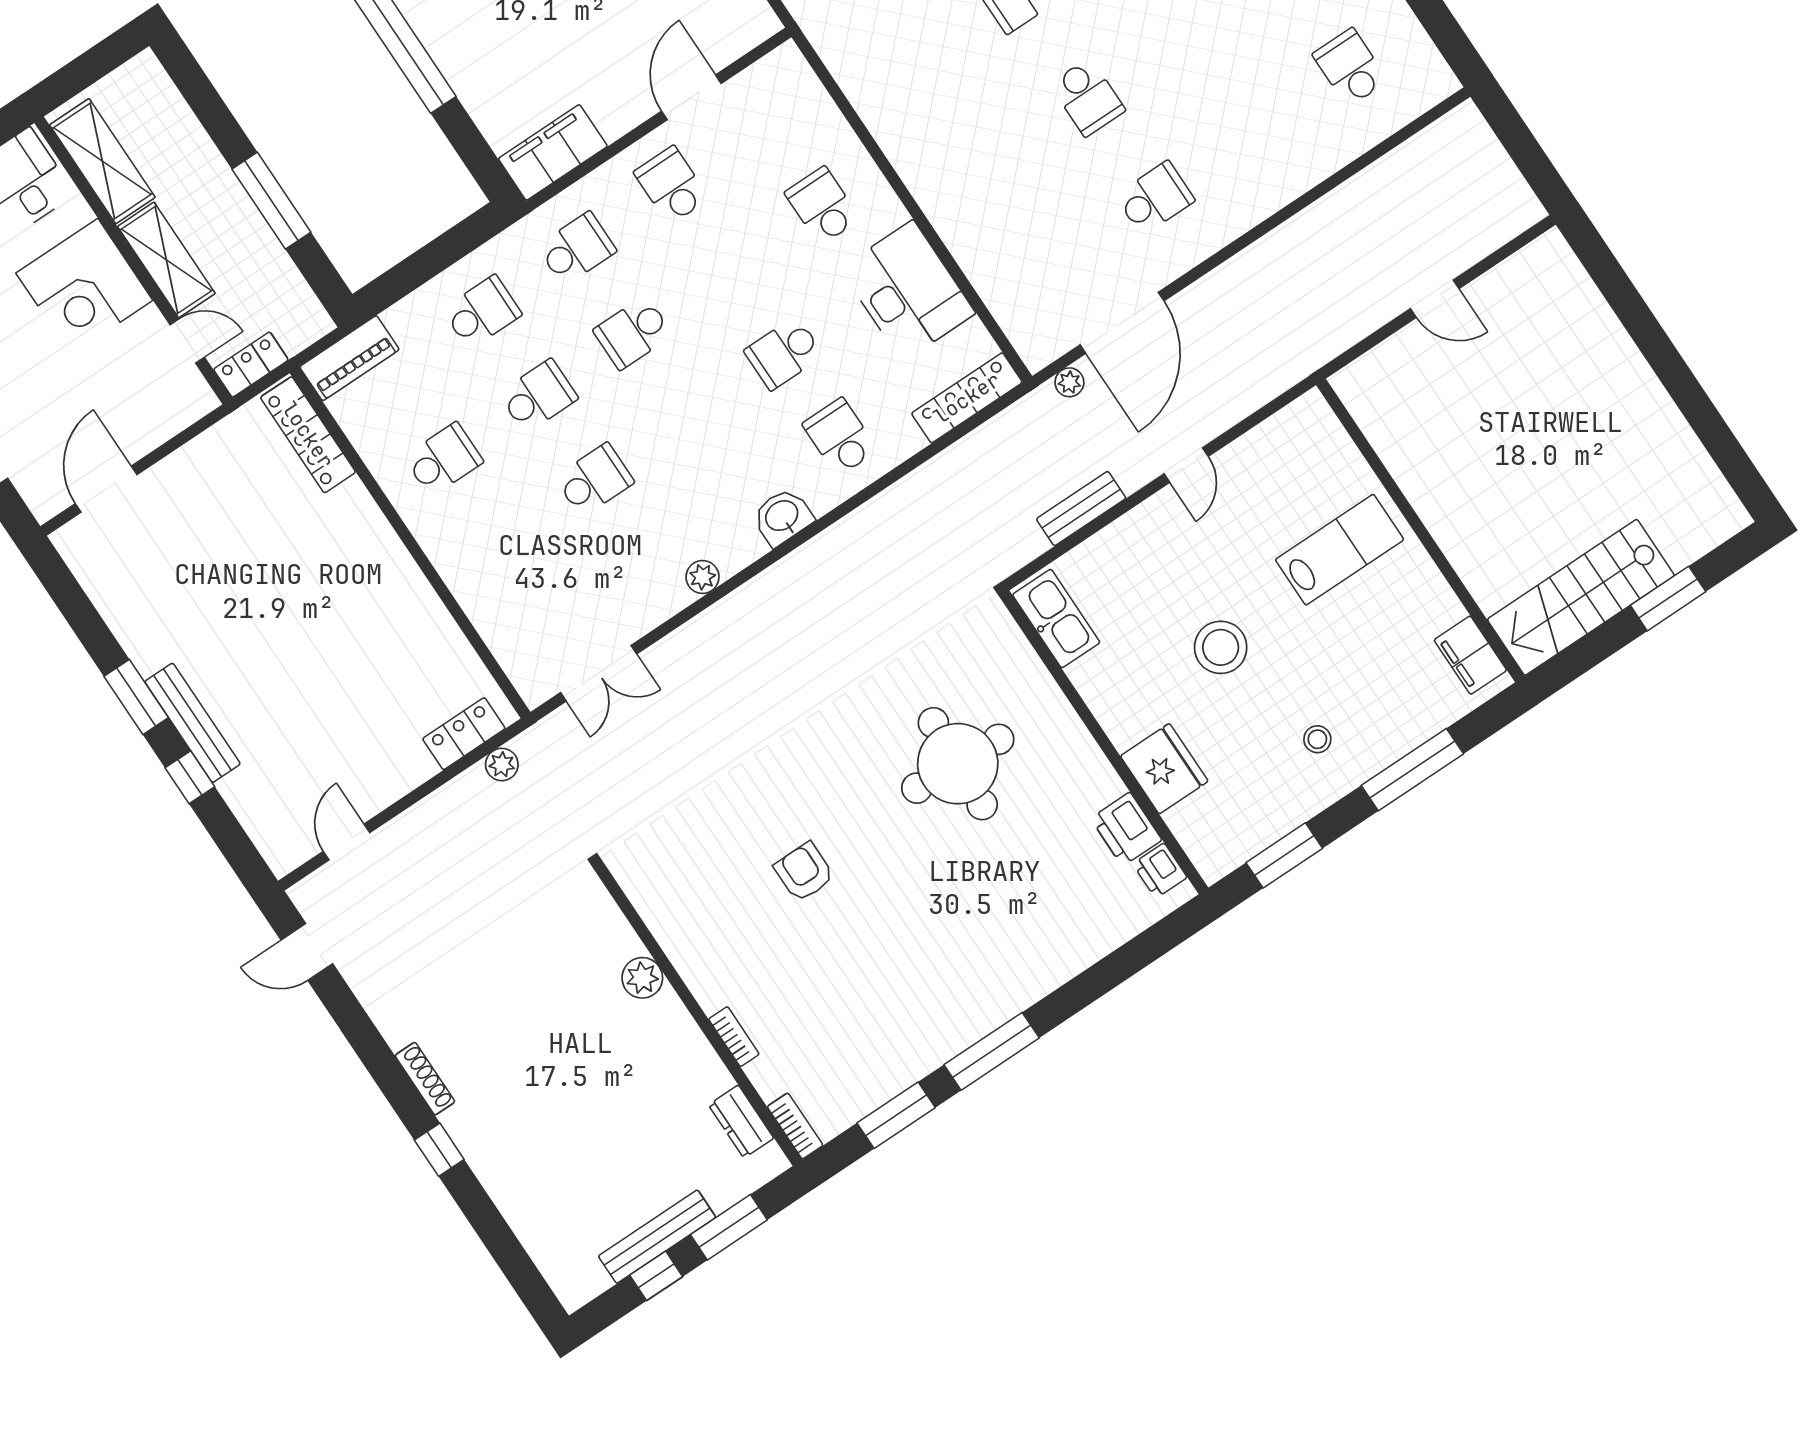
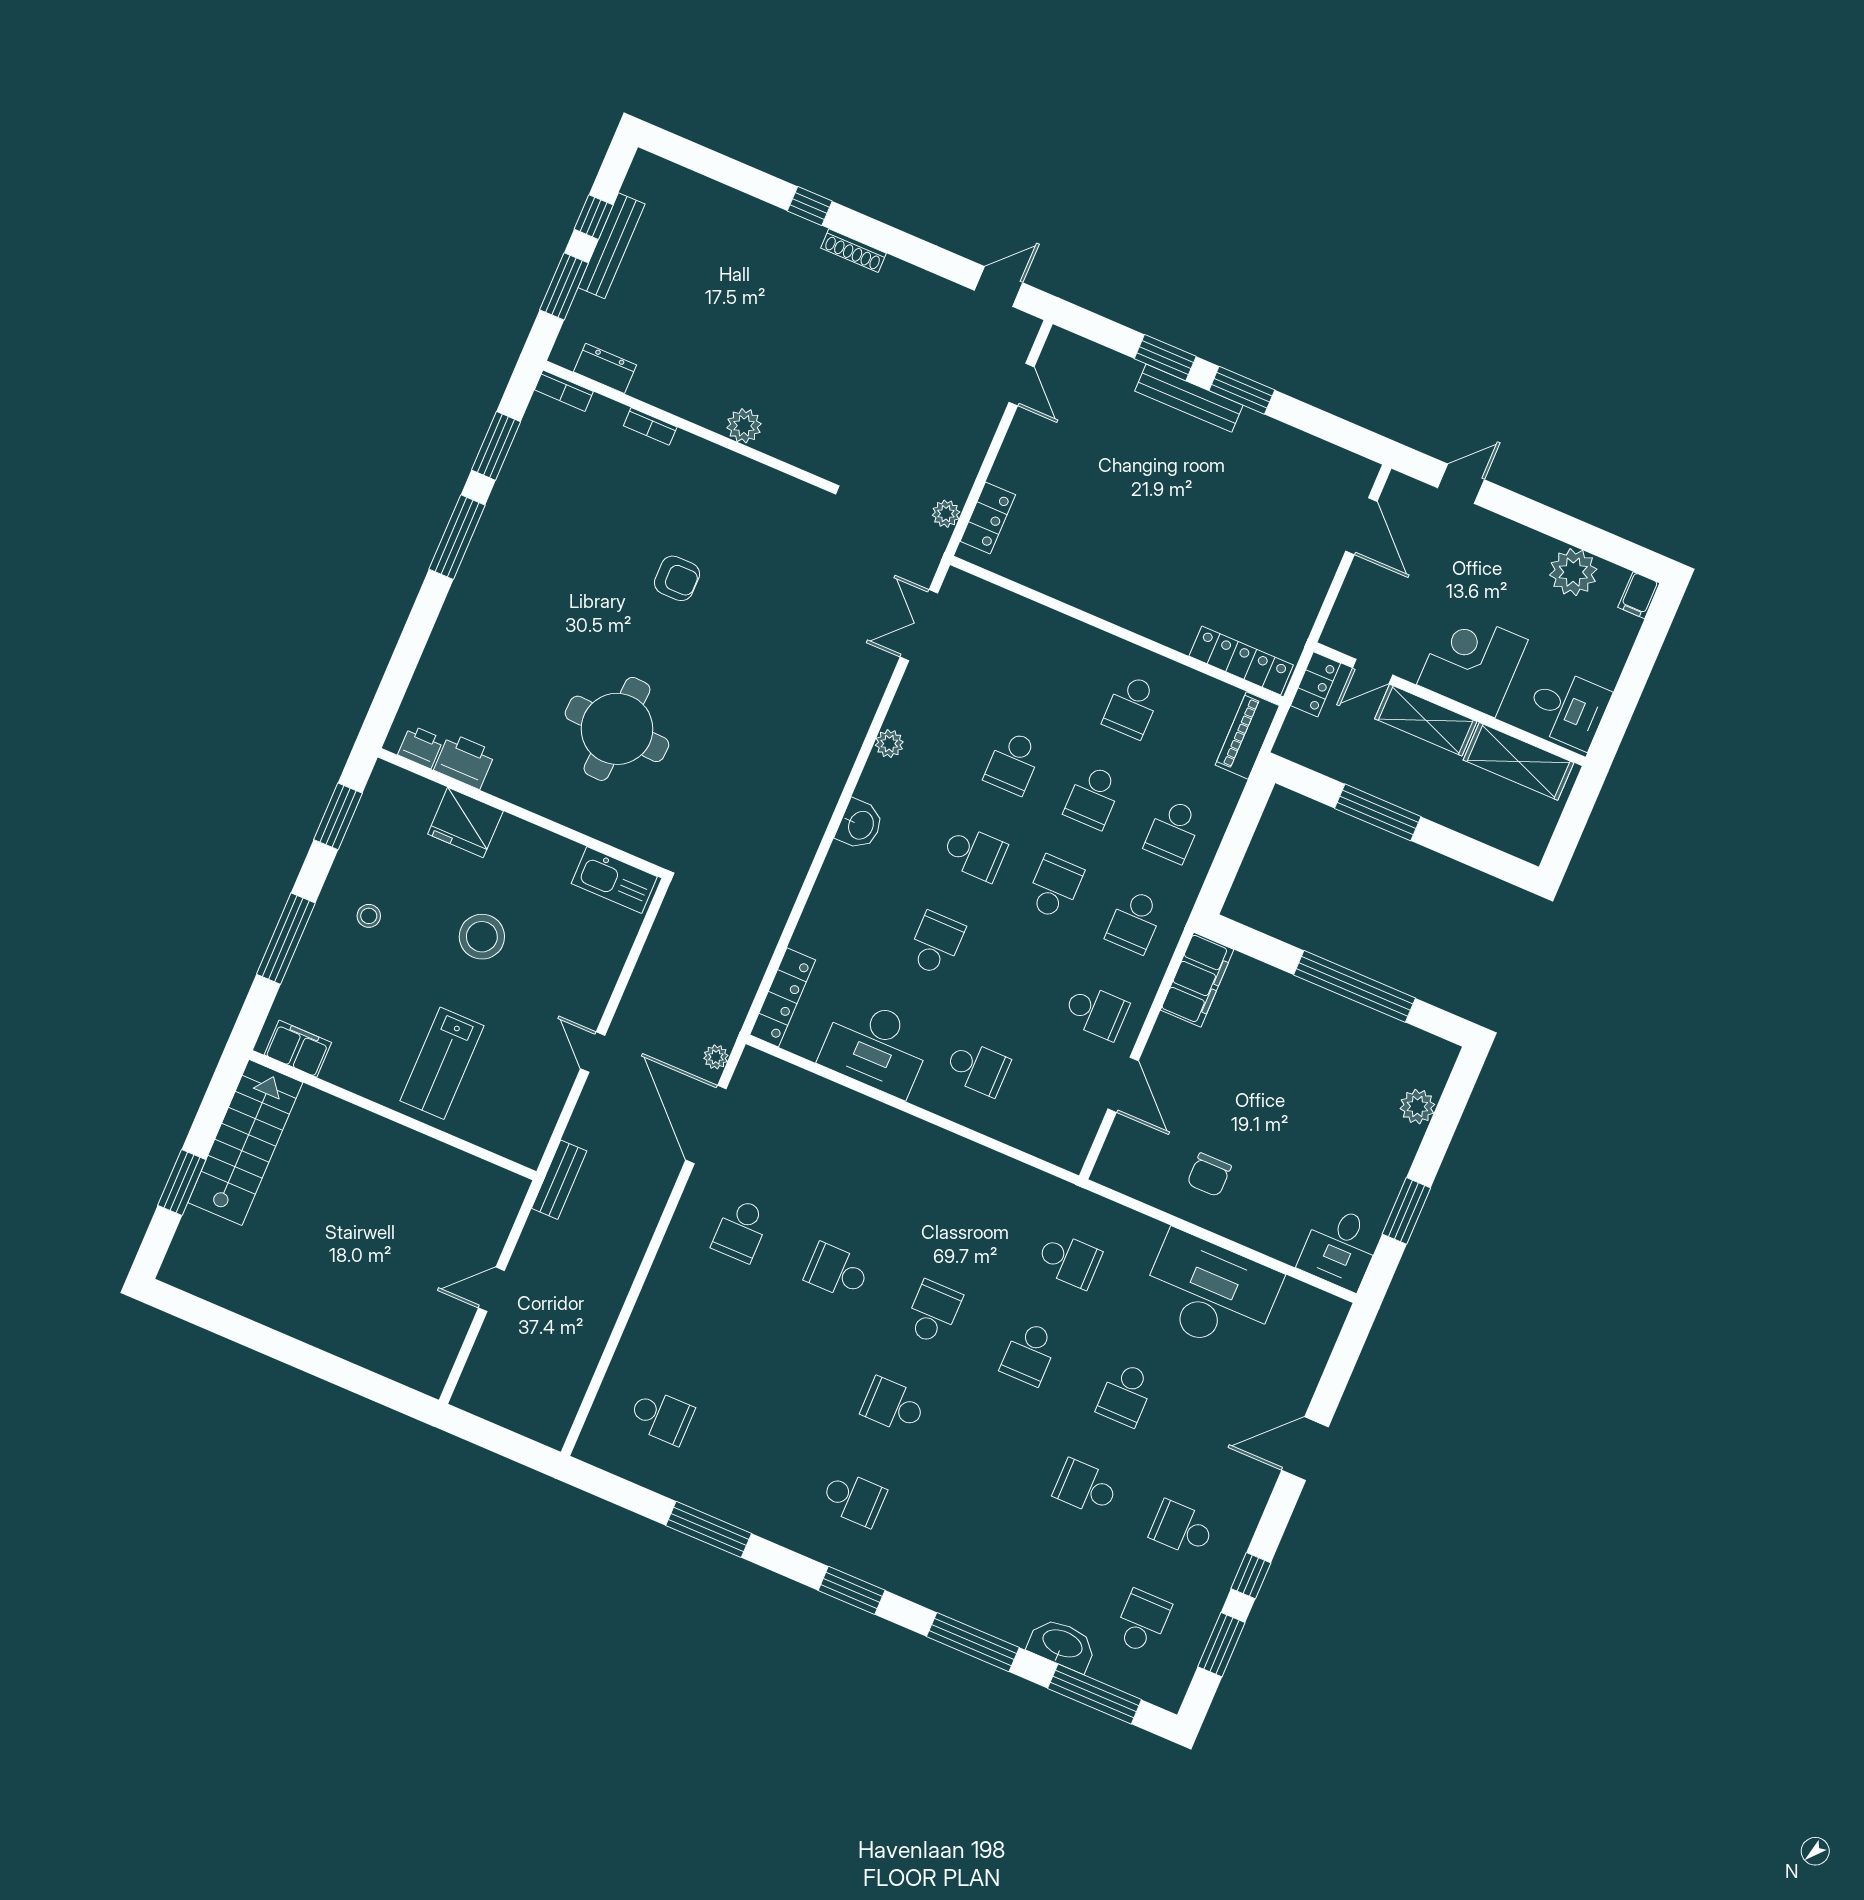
school desk: (840, 437) -> (974, 853), moved
bench: (1081, 509) -> (559, 1180), moved
window: (190, 777) -> (1165, 358), width x1.50

